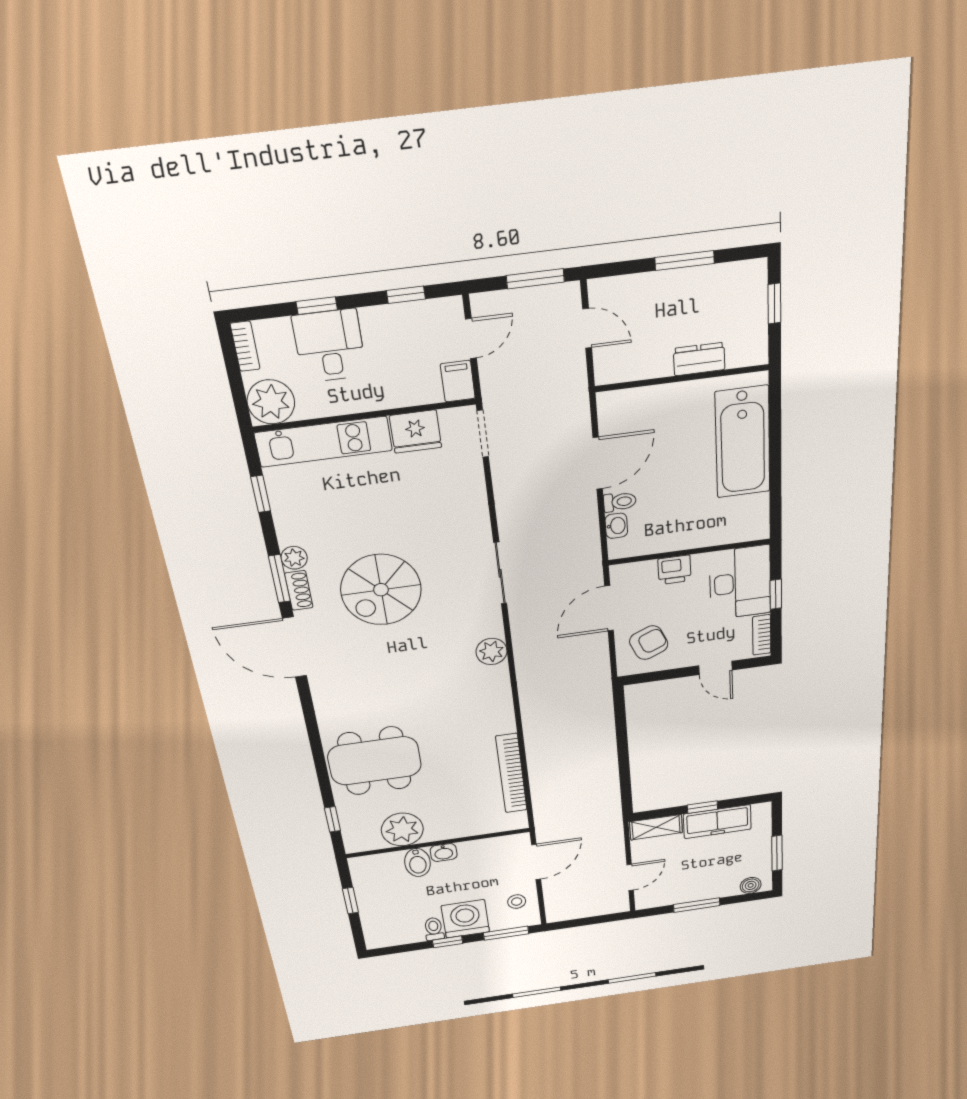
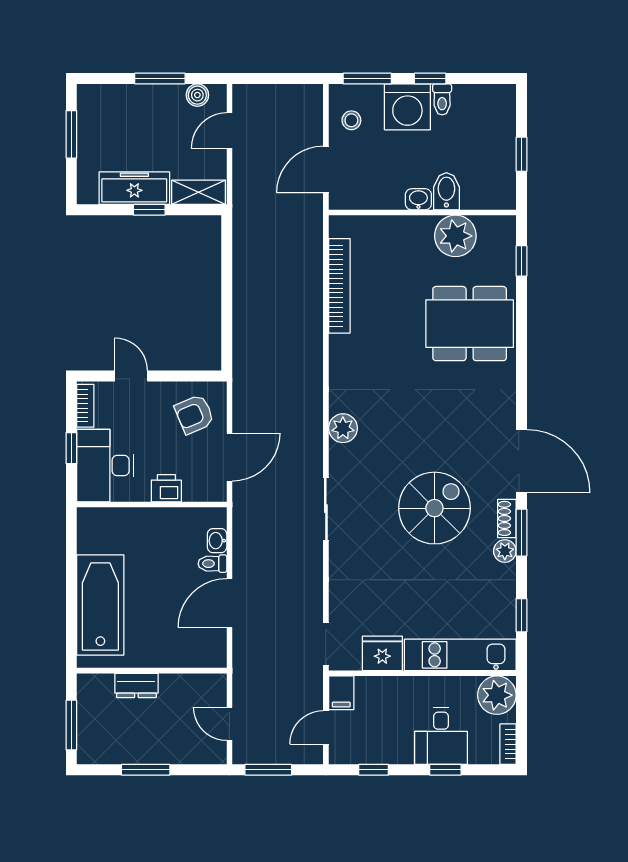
window: (774, 304) -> (71, 725), width x1.50
boiler: (751, 885) -> (197, 95), moved

